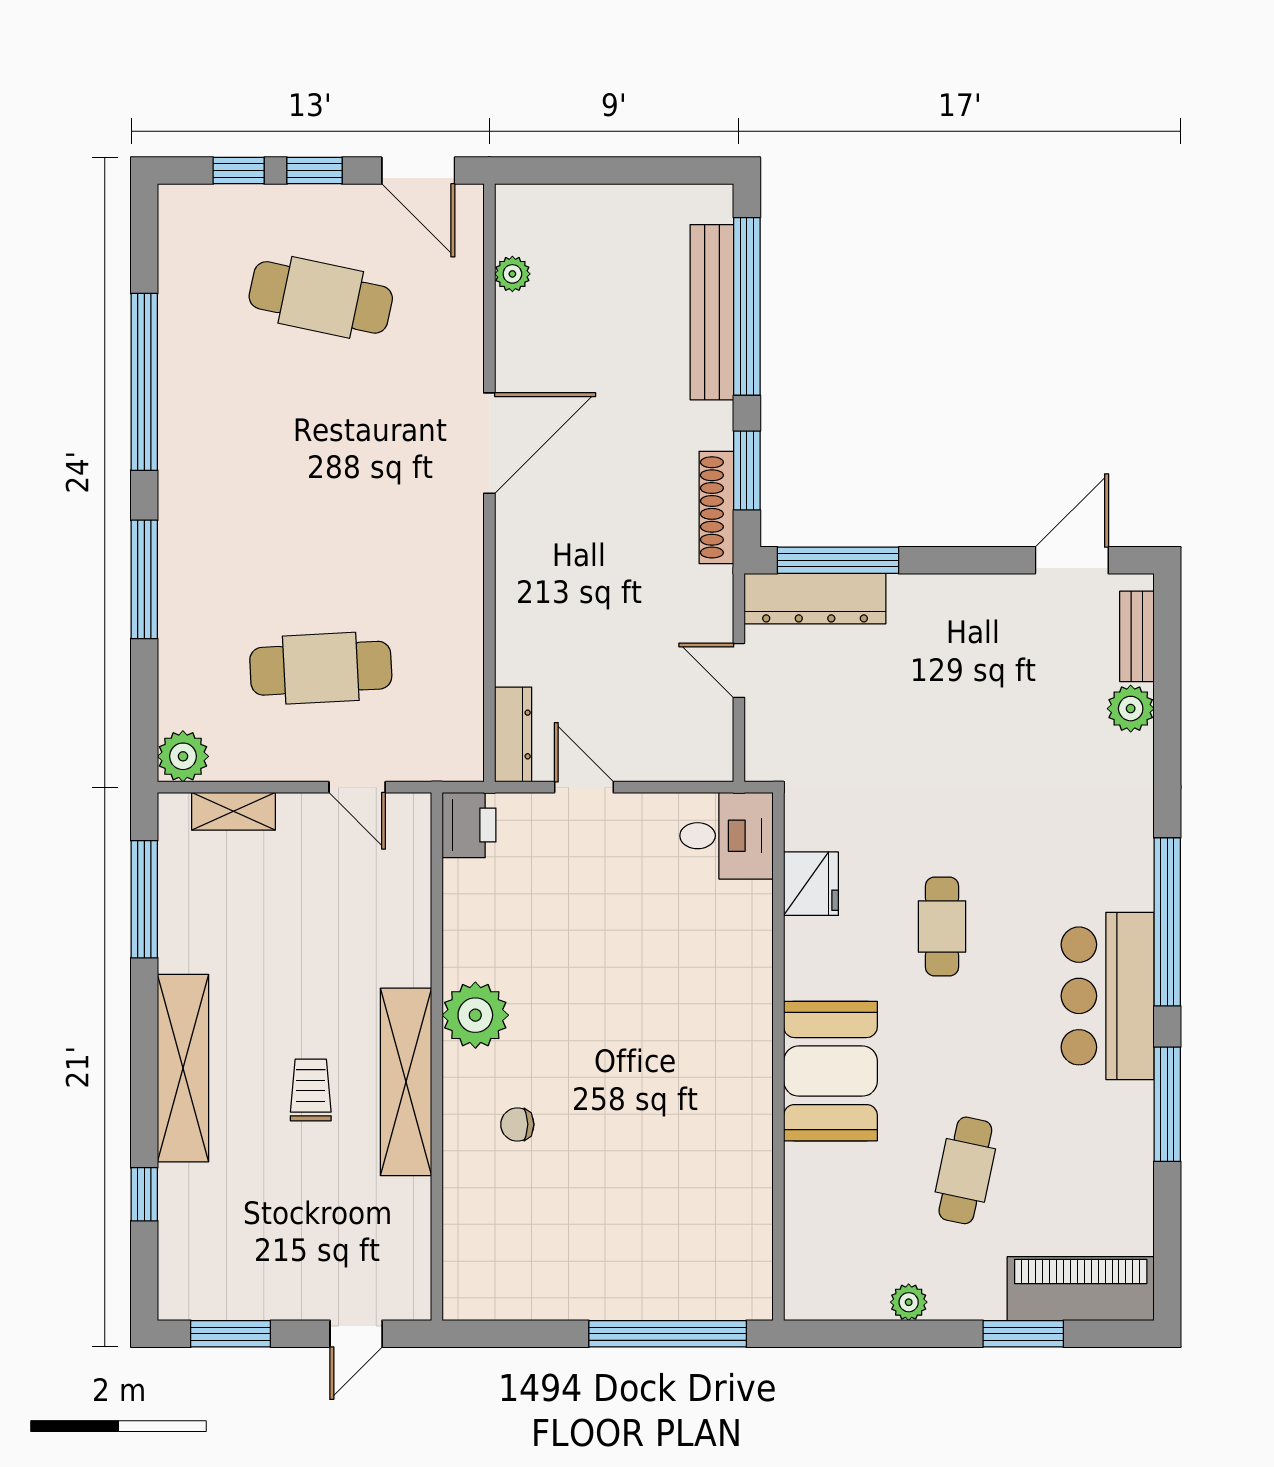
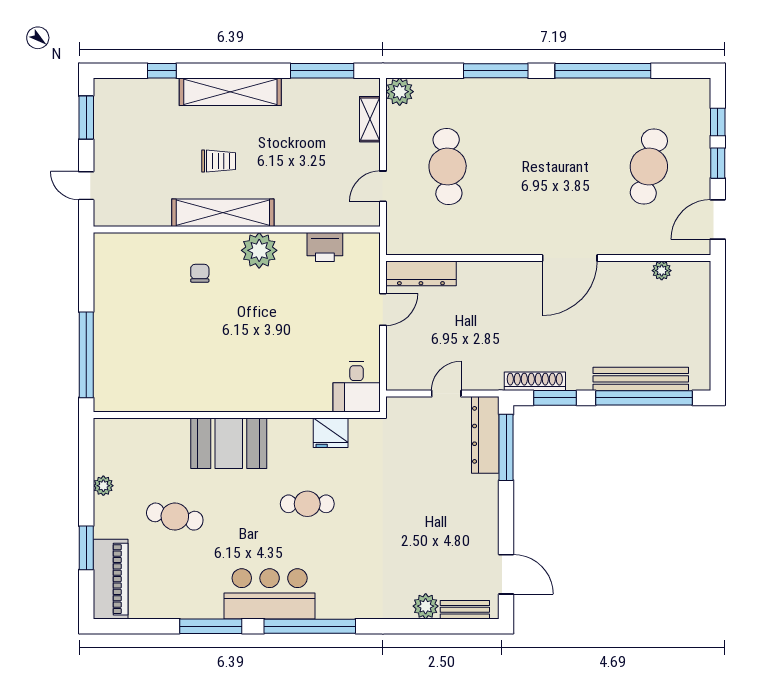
door: (489, 443) -> (570, 258), hinge flipped
dresser: (513, 734) -> (421, 273), width x1.37, depth x1.24
printer: (469, 825) -> (325, 247), moved

